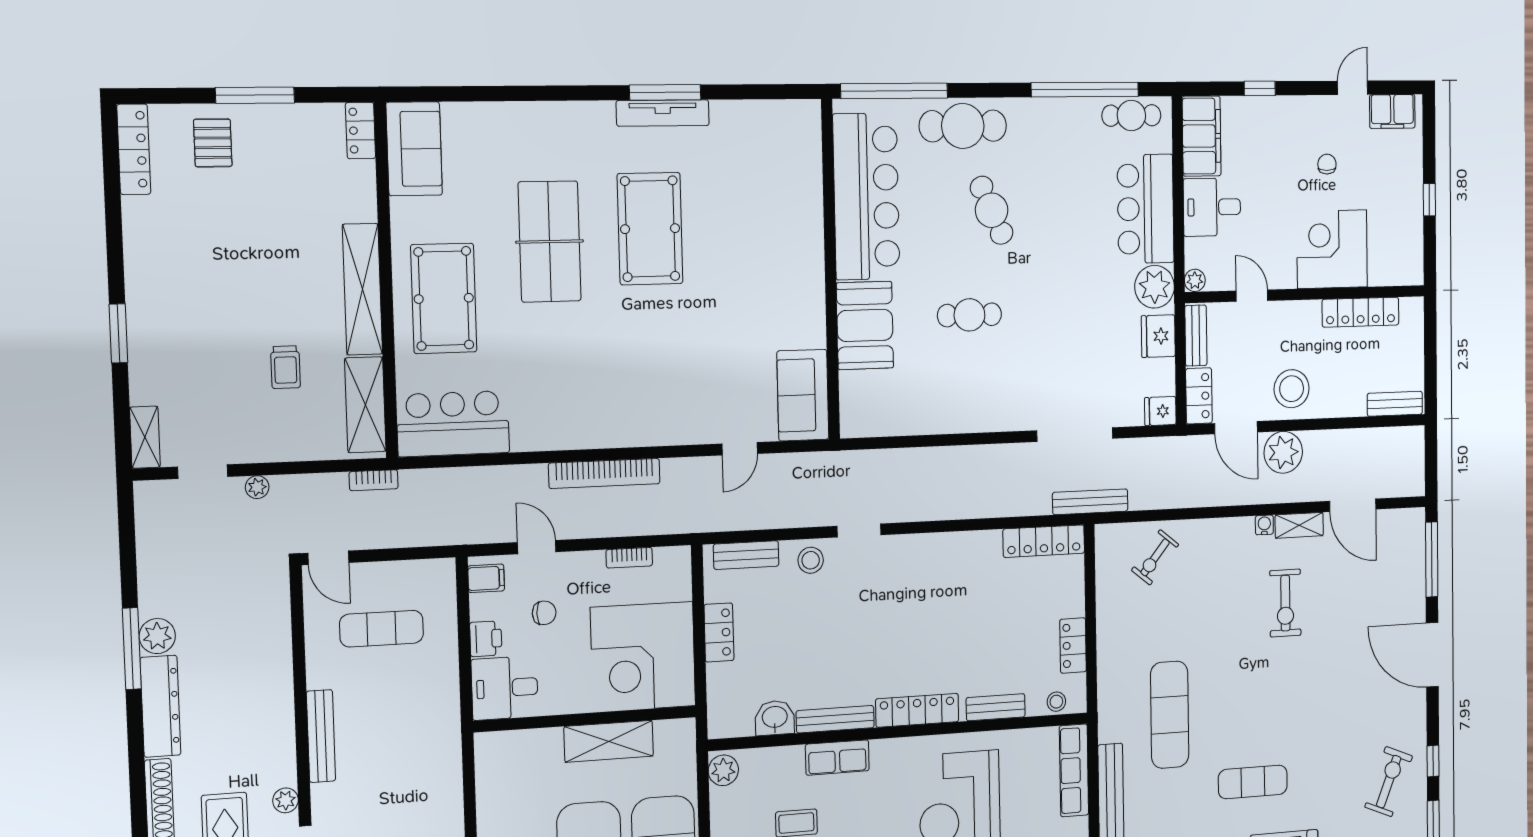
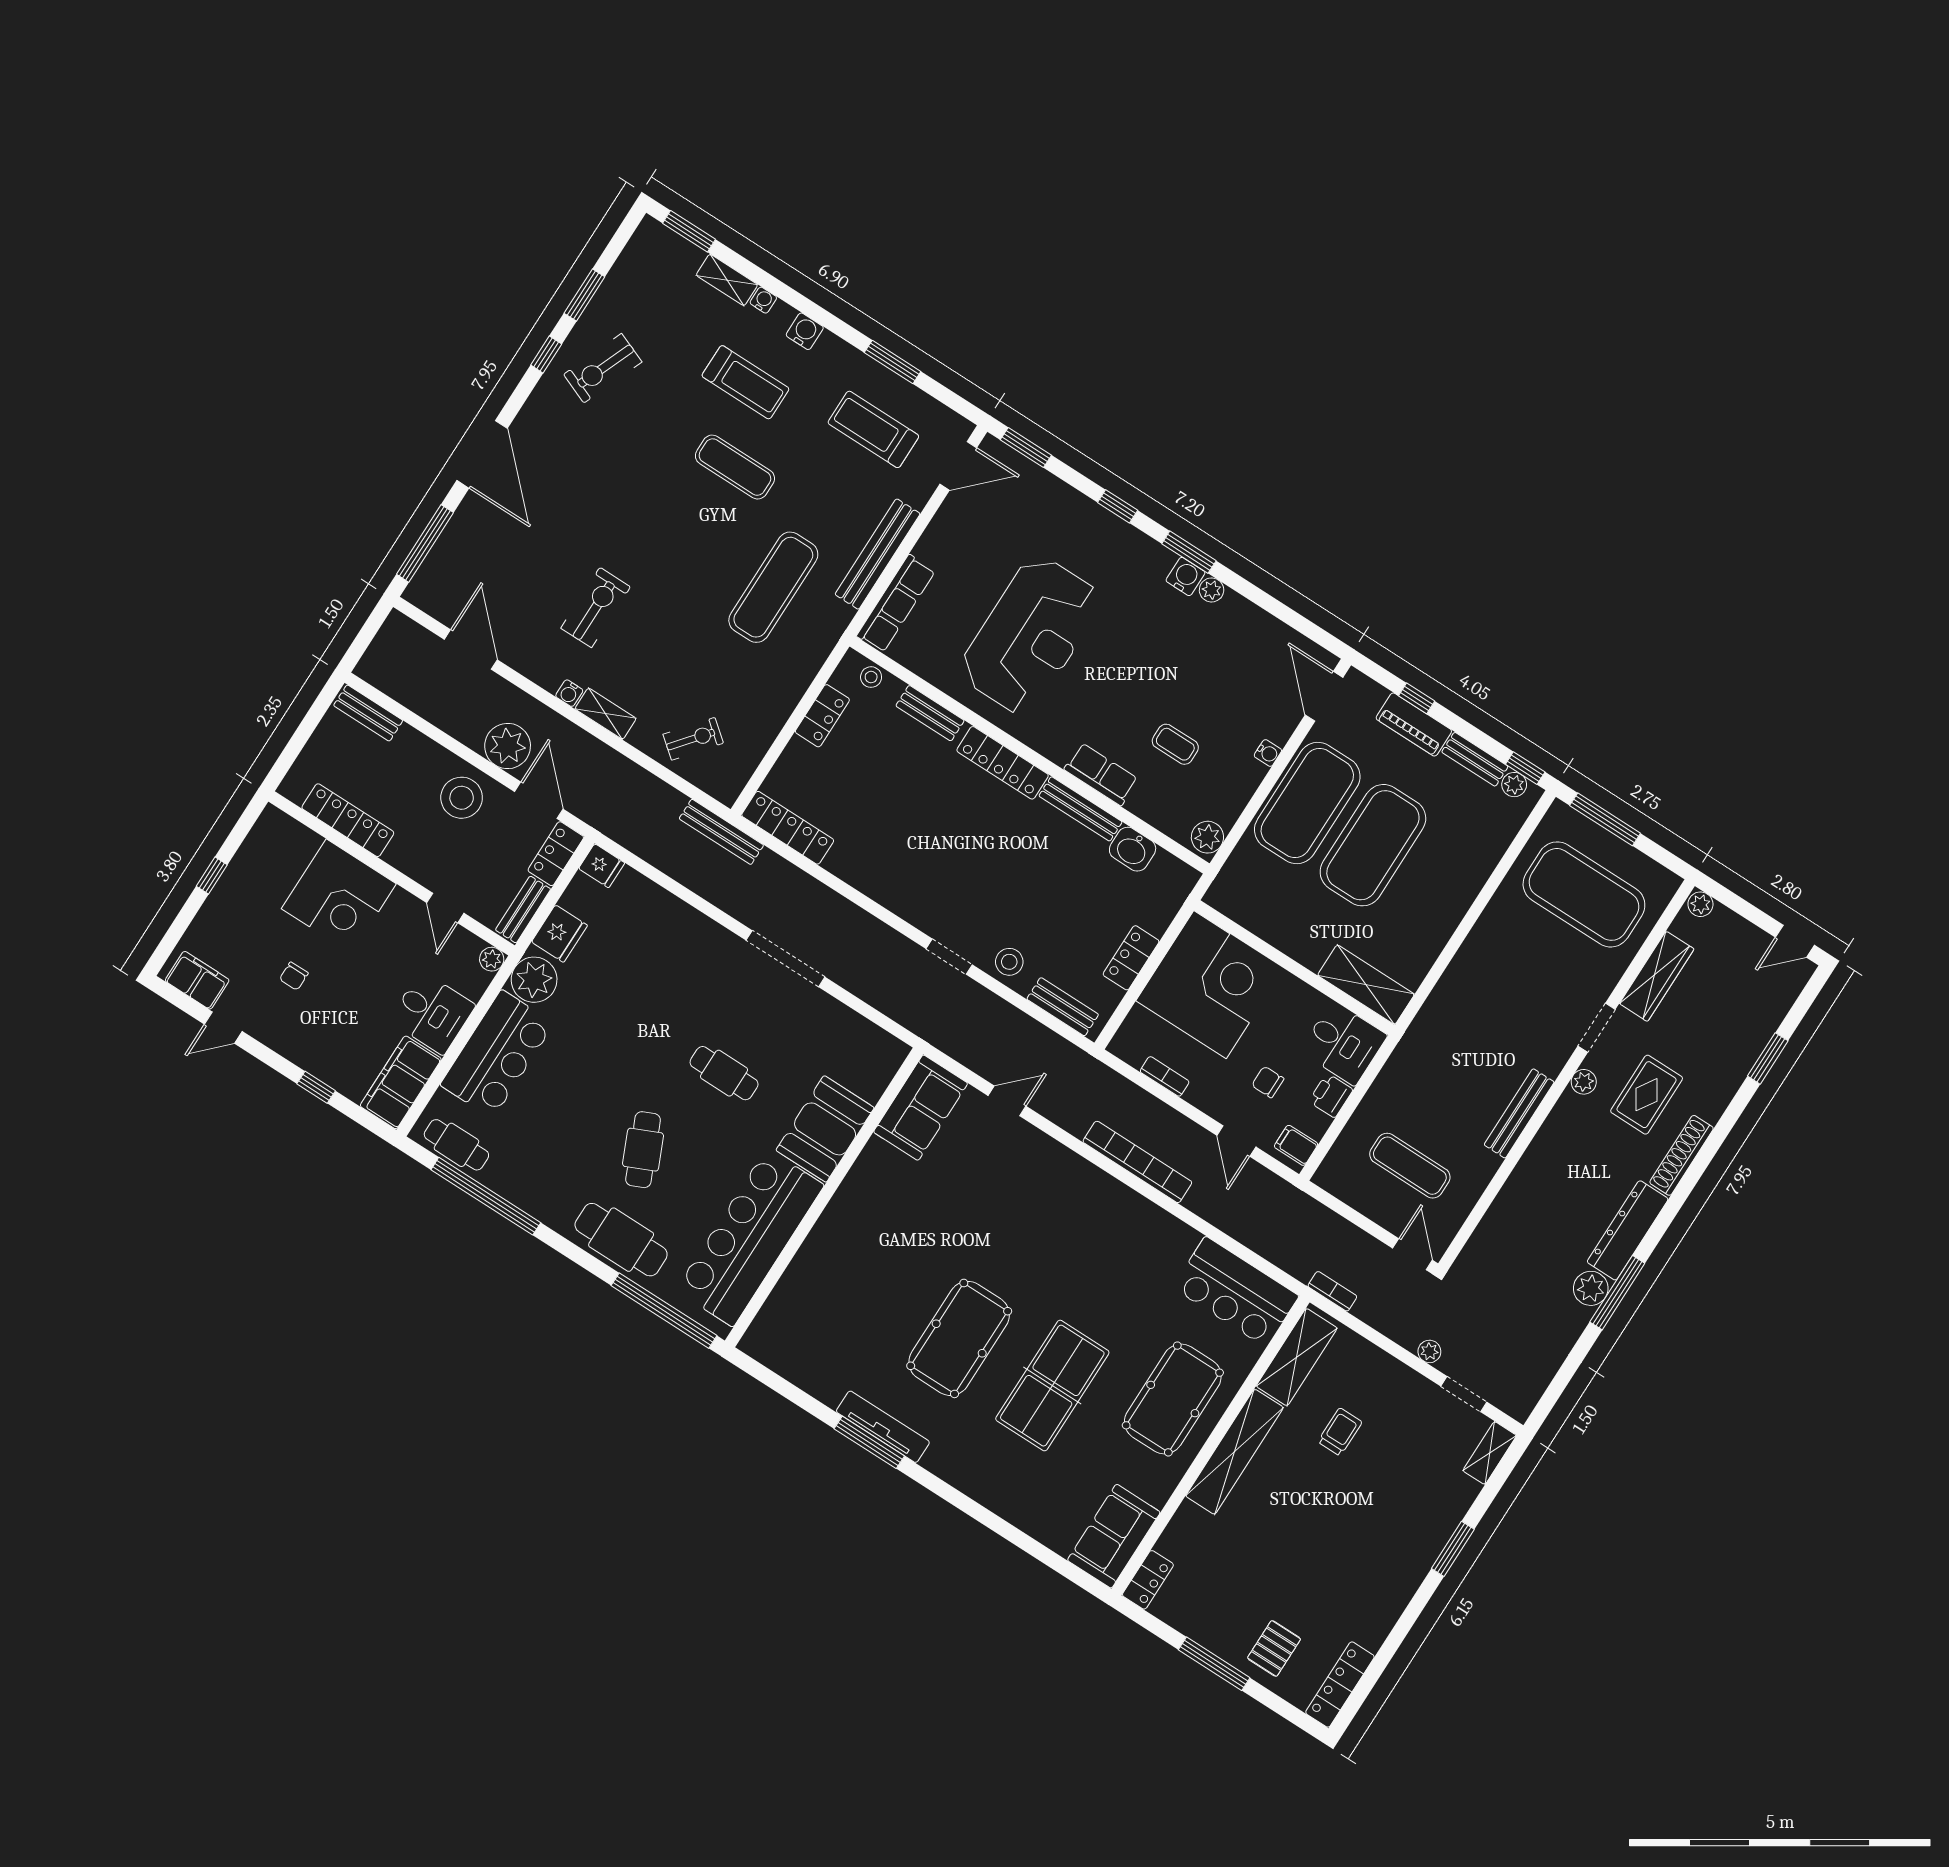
doorway: (1075, 435) -> (786, 959), moved
shelving: (1299, 525) -> (606, 714), moved
shelving: (609, 741) -> (1366, 985), moved

